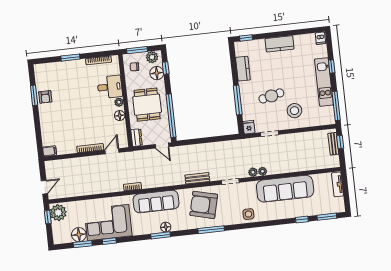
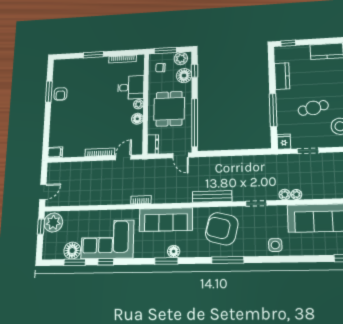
bench: (197, 178) -> (212, 196), width x1.36

